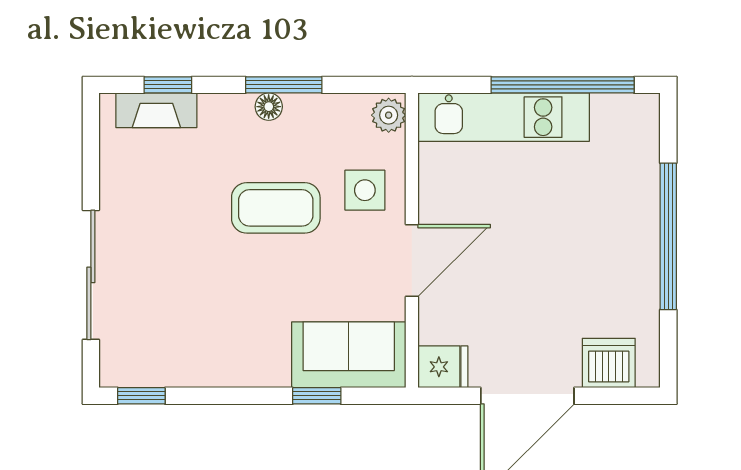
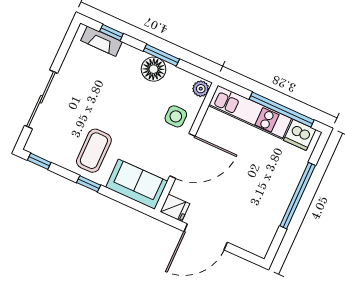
floor lamp: (269, 107) -> (154, 69), width x1.89, depth x1.89
coffee table: (276, 208) -> (94, 151), moved, turned 90
door: (412, 261) -> (182, 156), width x1.36
dishwasher: (609, 363) -> (300, 135), moved, turned 180
window: (317, 396) -> (89, 184), moved

